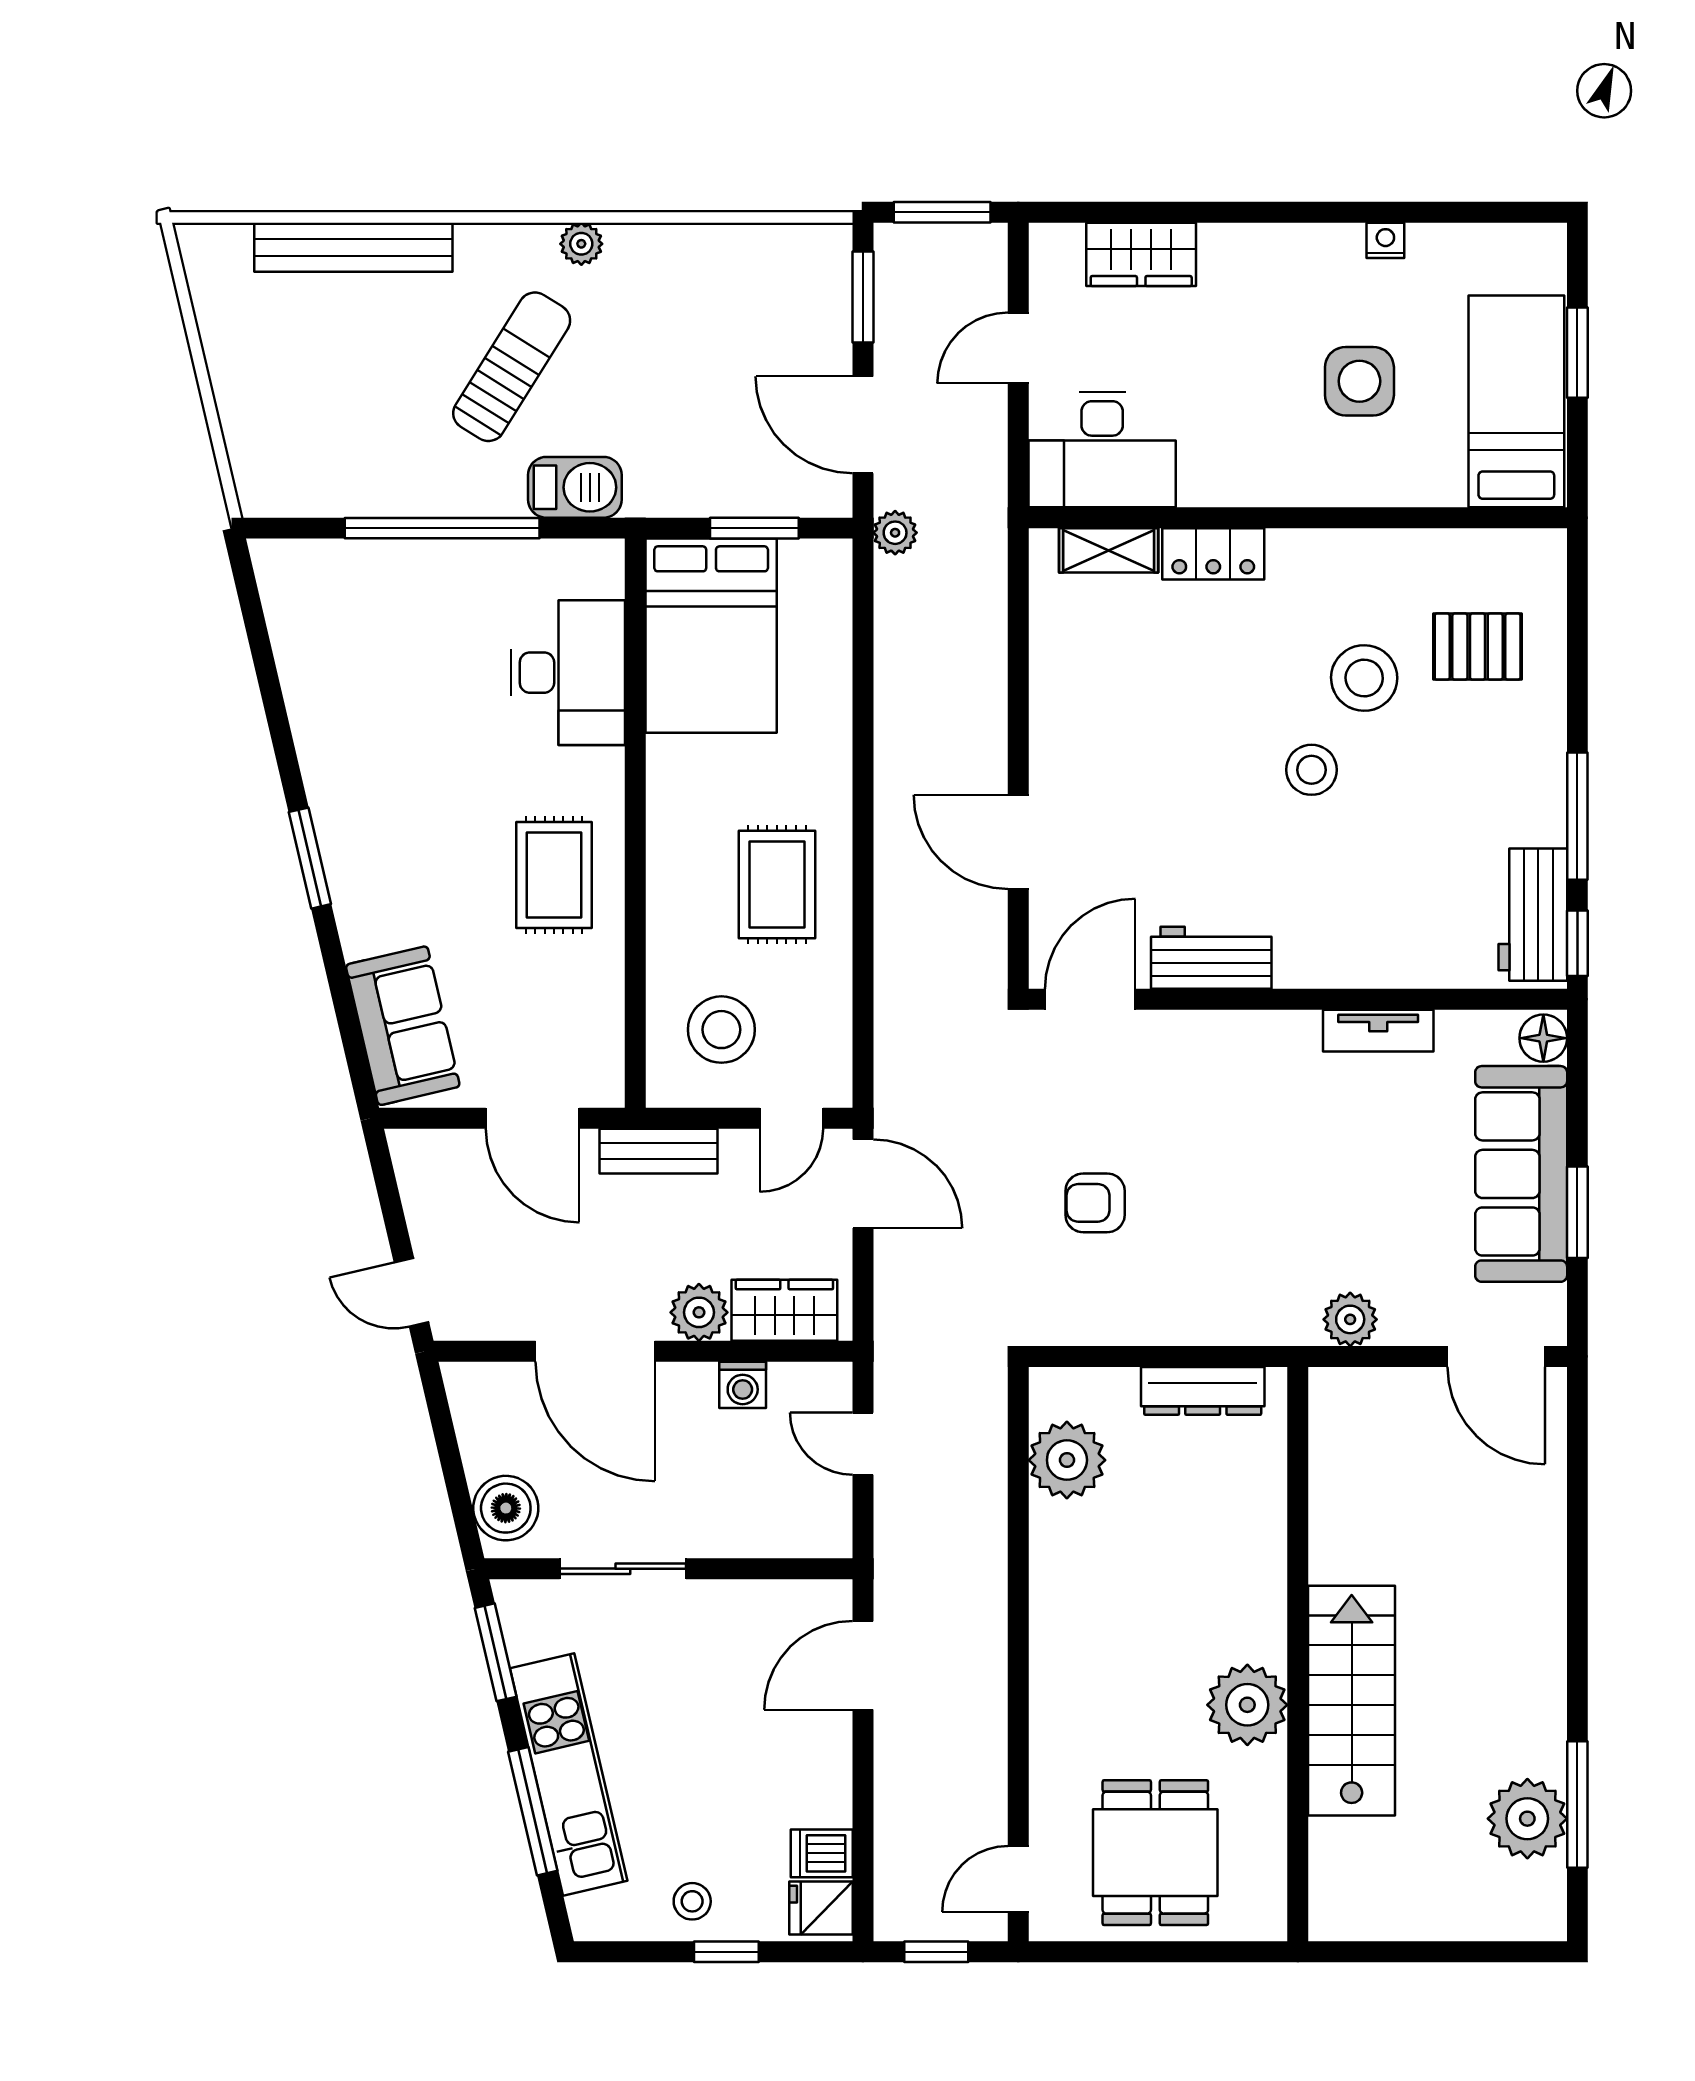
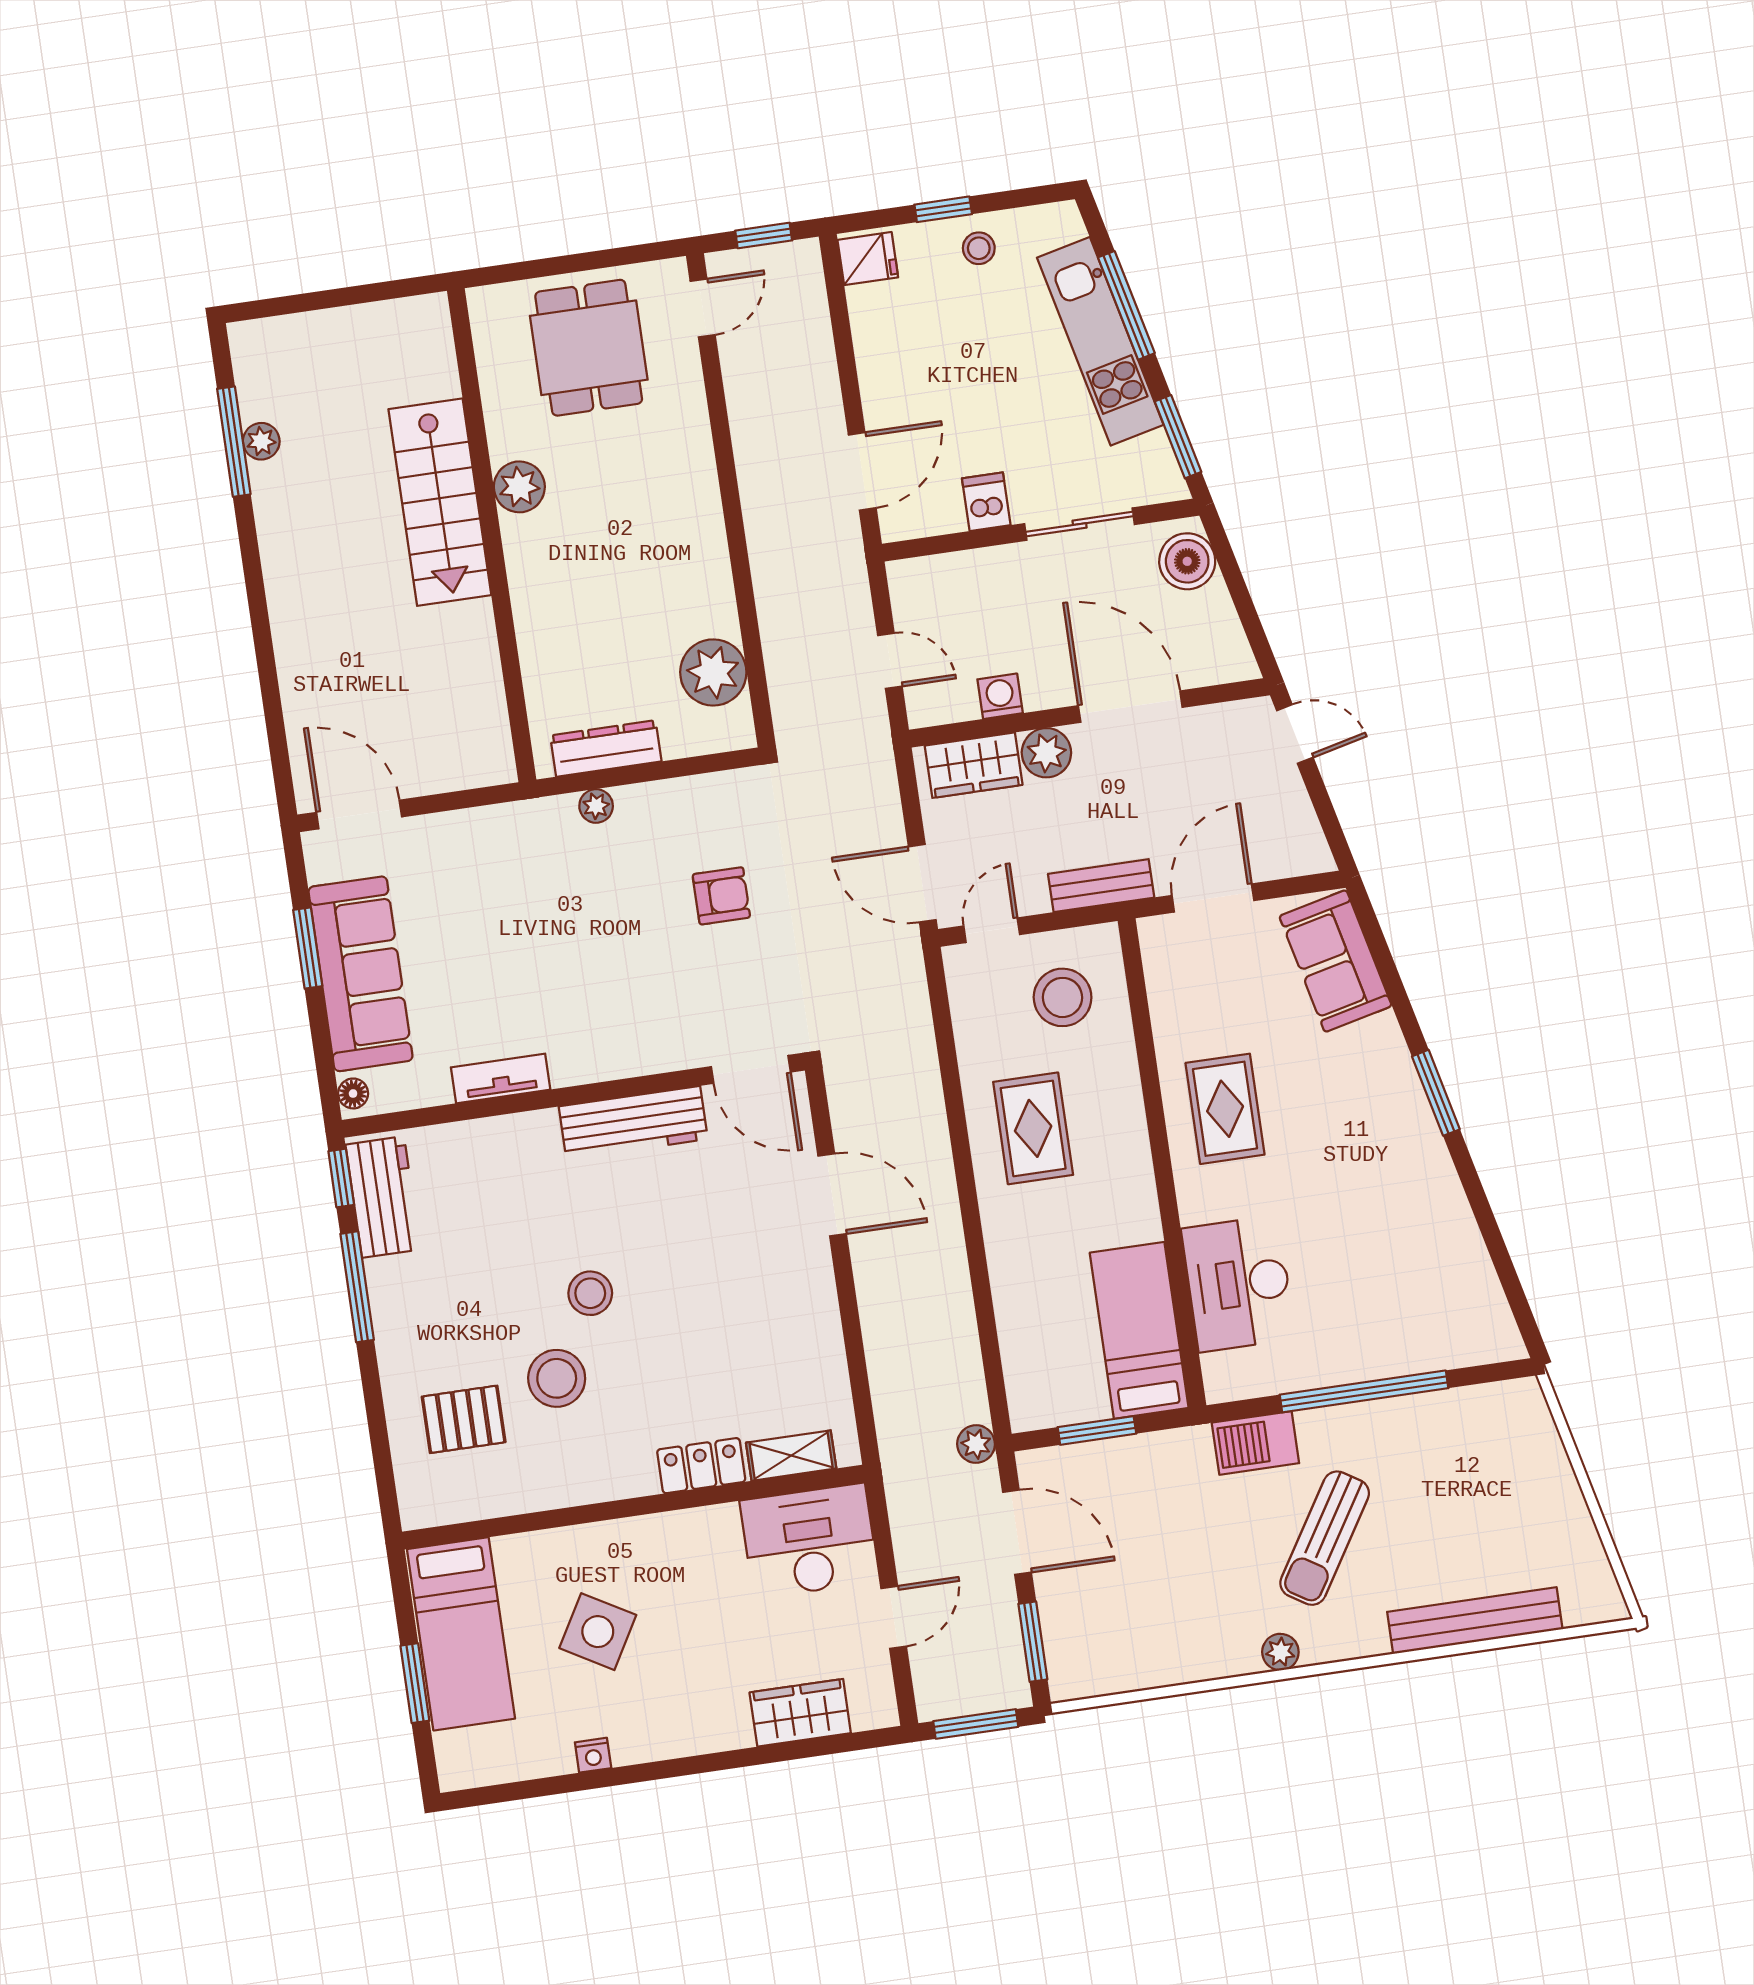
side table: (1359, 381) -> (598, 1632), turned 30
bed: (711, 636) -> (1139, 1330), width x0.67
workbench: (1211, 958) -> (633, 1123), width x1.38
door: (1090, 999) -> (751, 1069), hinge flipped
floor lamp: (1543, 1038) -> (353, 1093), width x0.73, depth x0.73
door: (533, 1118) -> (1213, 898), hinge flipped
plant: (1350, 1319) -> (596, 806), moved, width x0.73, depth x0.73
plant: (1247, 1705) -> (519, 487), width x0.73, depth x0.73
plant: (1527, 1819) -> (261, 441), width x0.53, depth x0.53
dishwasher: (822, 1853) -> (986, 502), moved, turned -90

